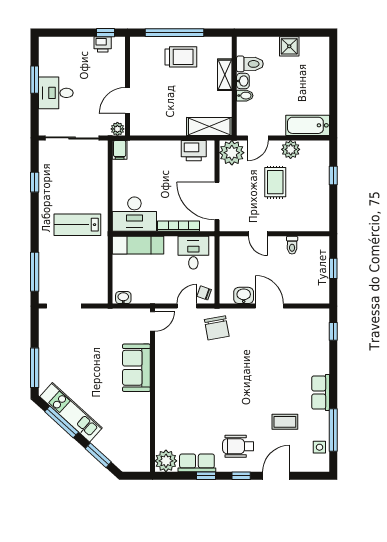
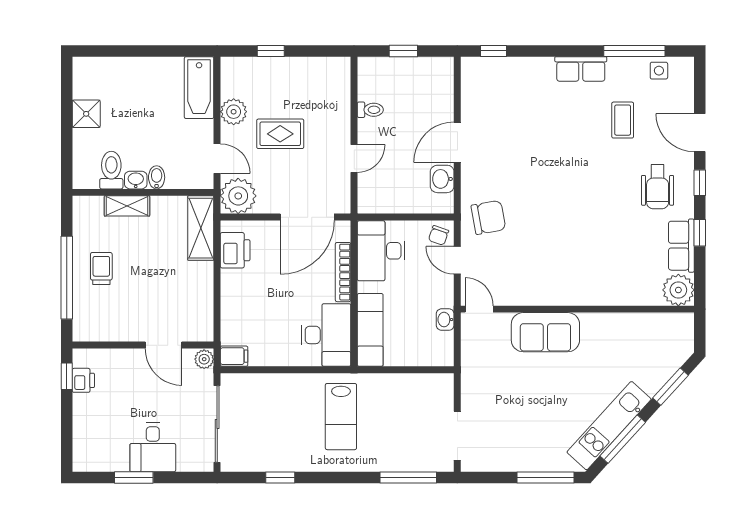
trolley: (181, 57) -> (101, 269), width x0.73, depth x0.72
desk: (193, 253) -> (381, 251), width x1.37
washbasin: (123, 298) -> (445, 320), moved

